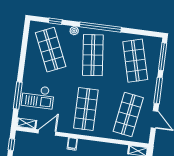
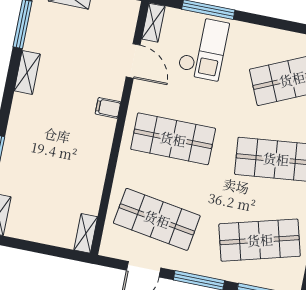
checkout: (38, 97) -> (203, 48), turned 180

